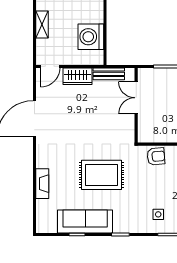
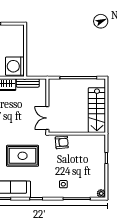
washing machine: (91, 37) -> (15, 66), moved
double door: (136, 98) -> (47, 118), moved

